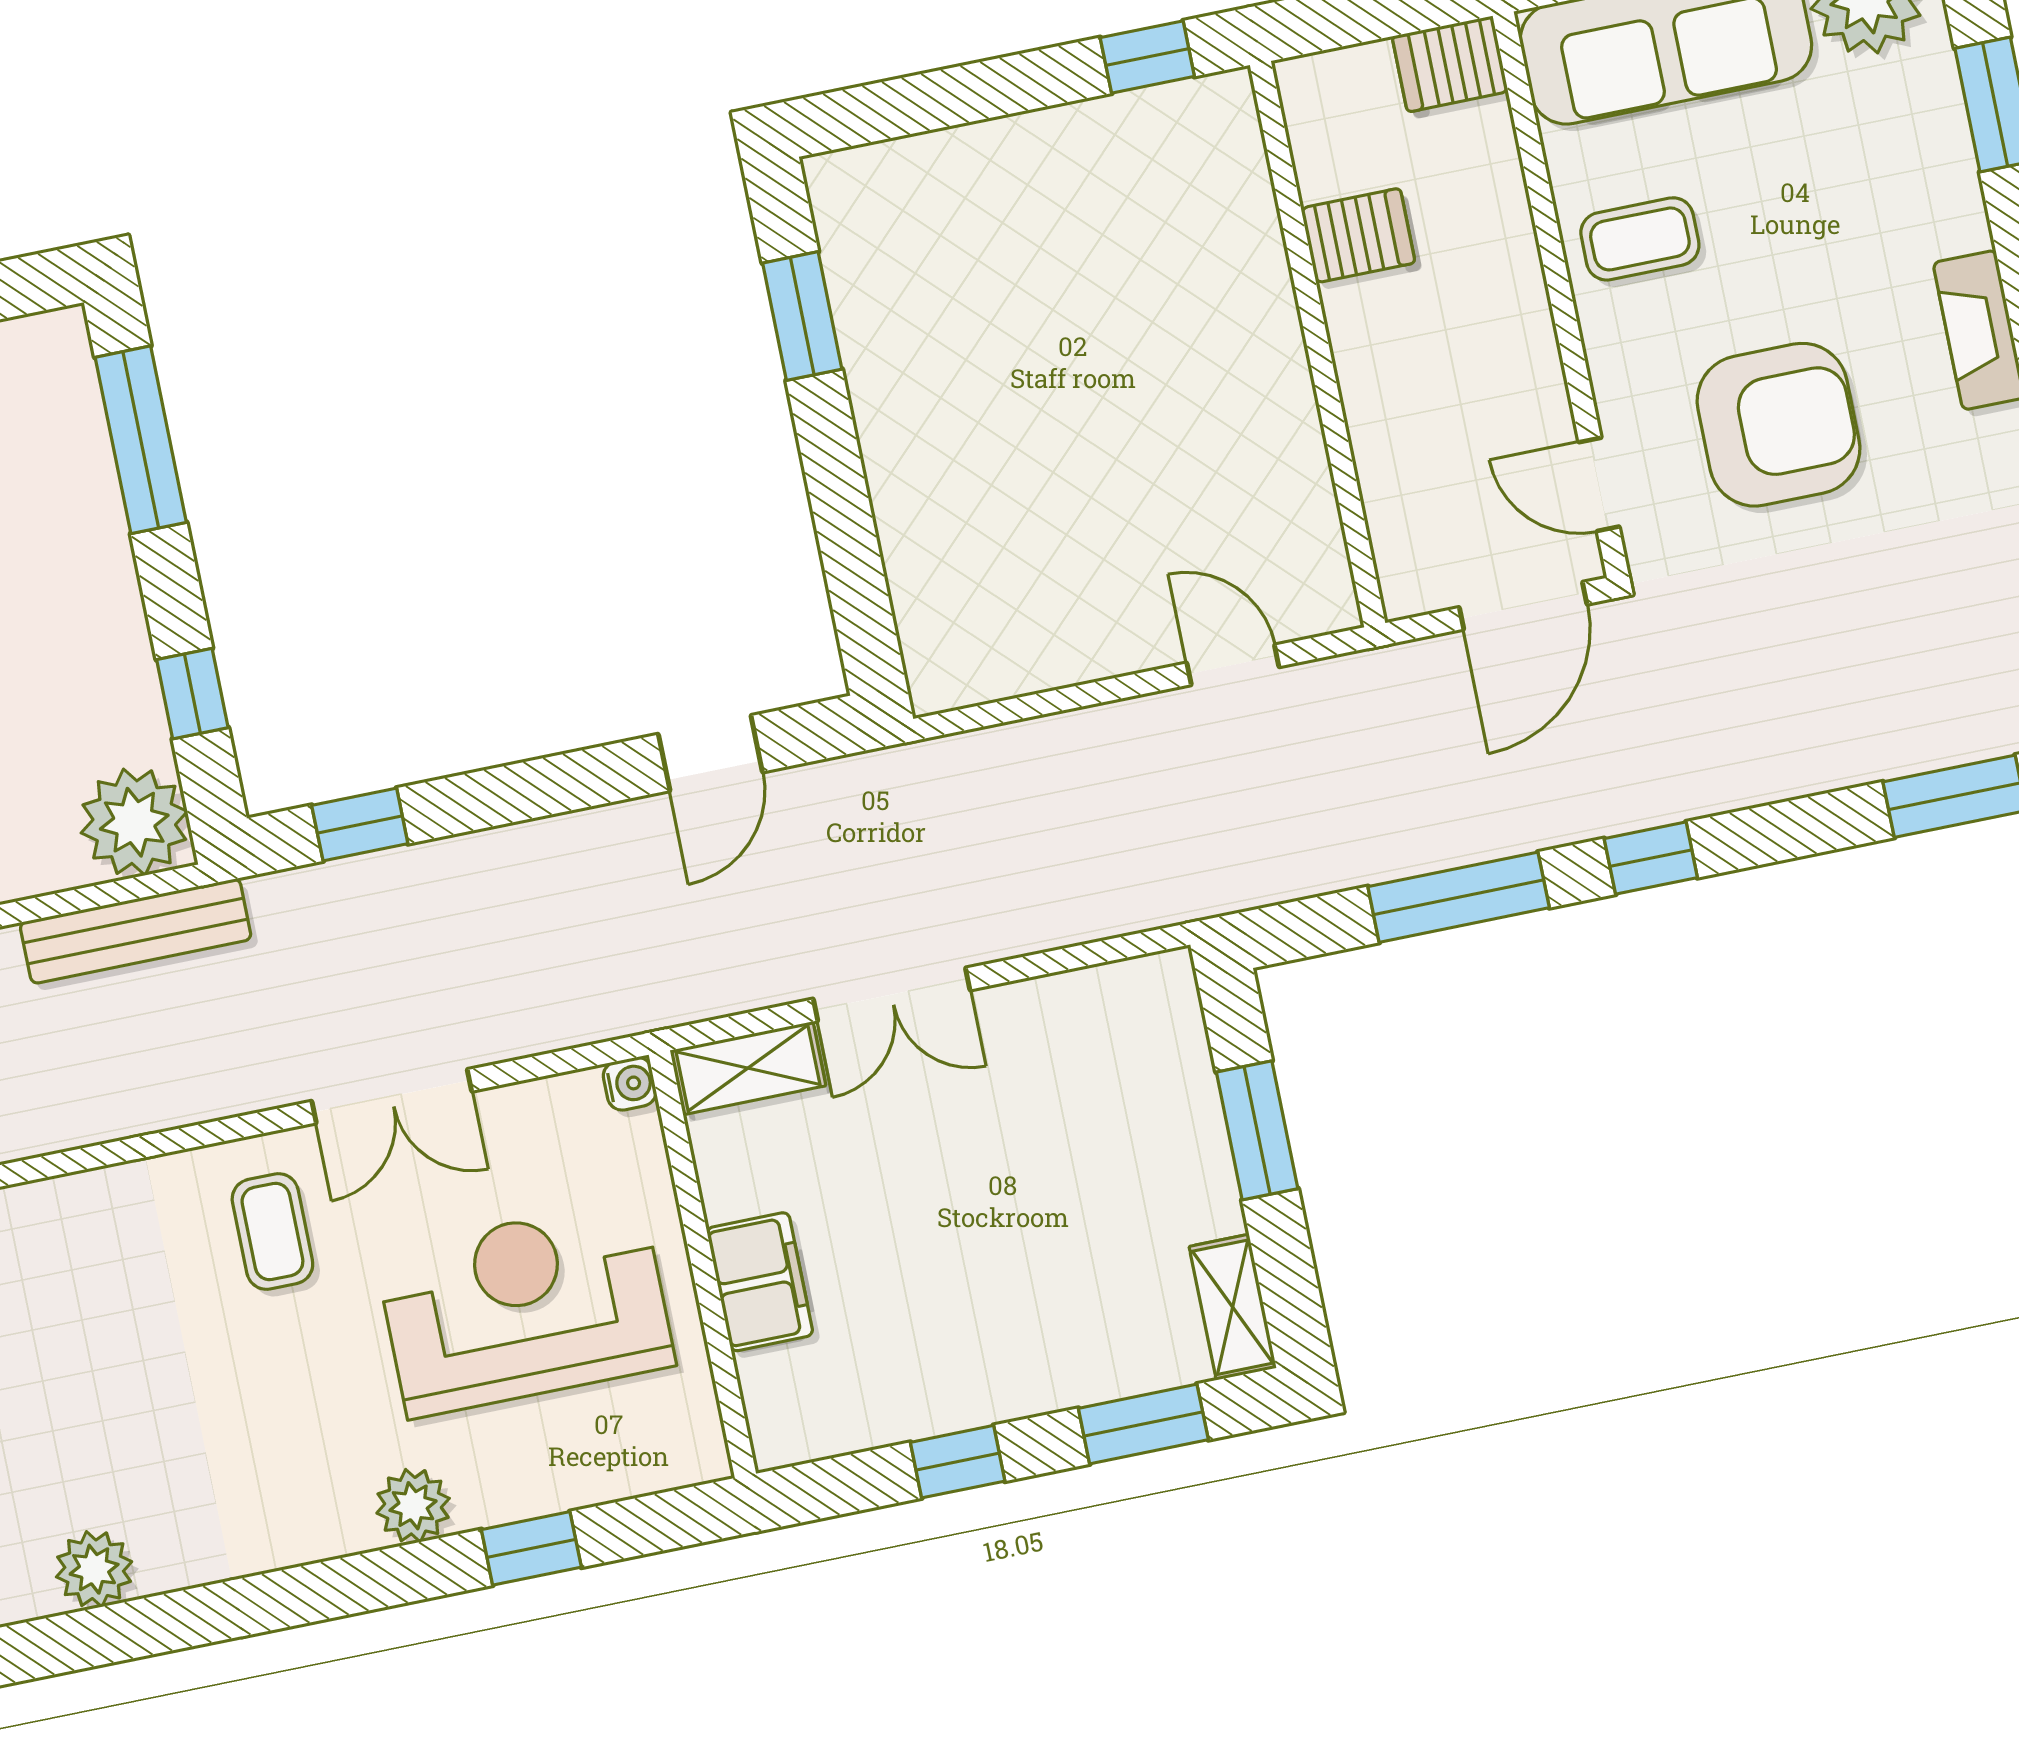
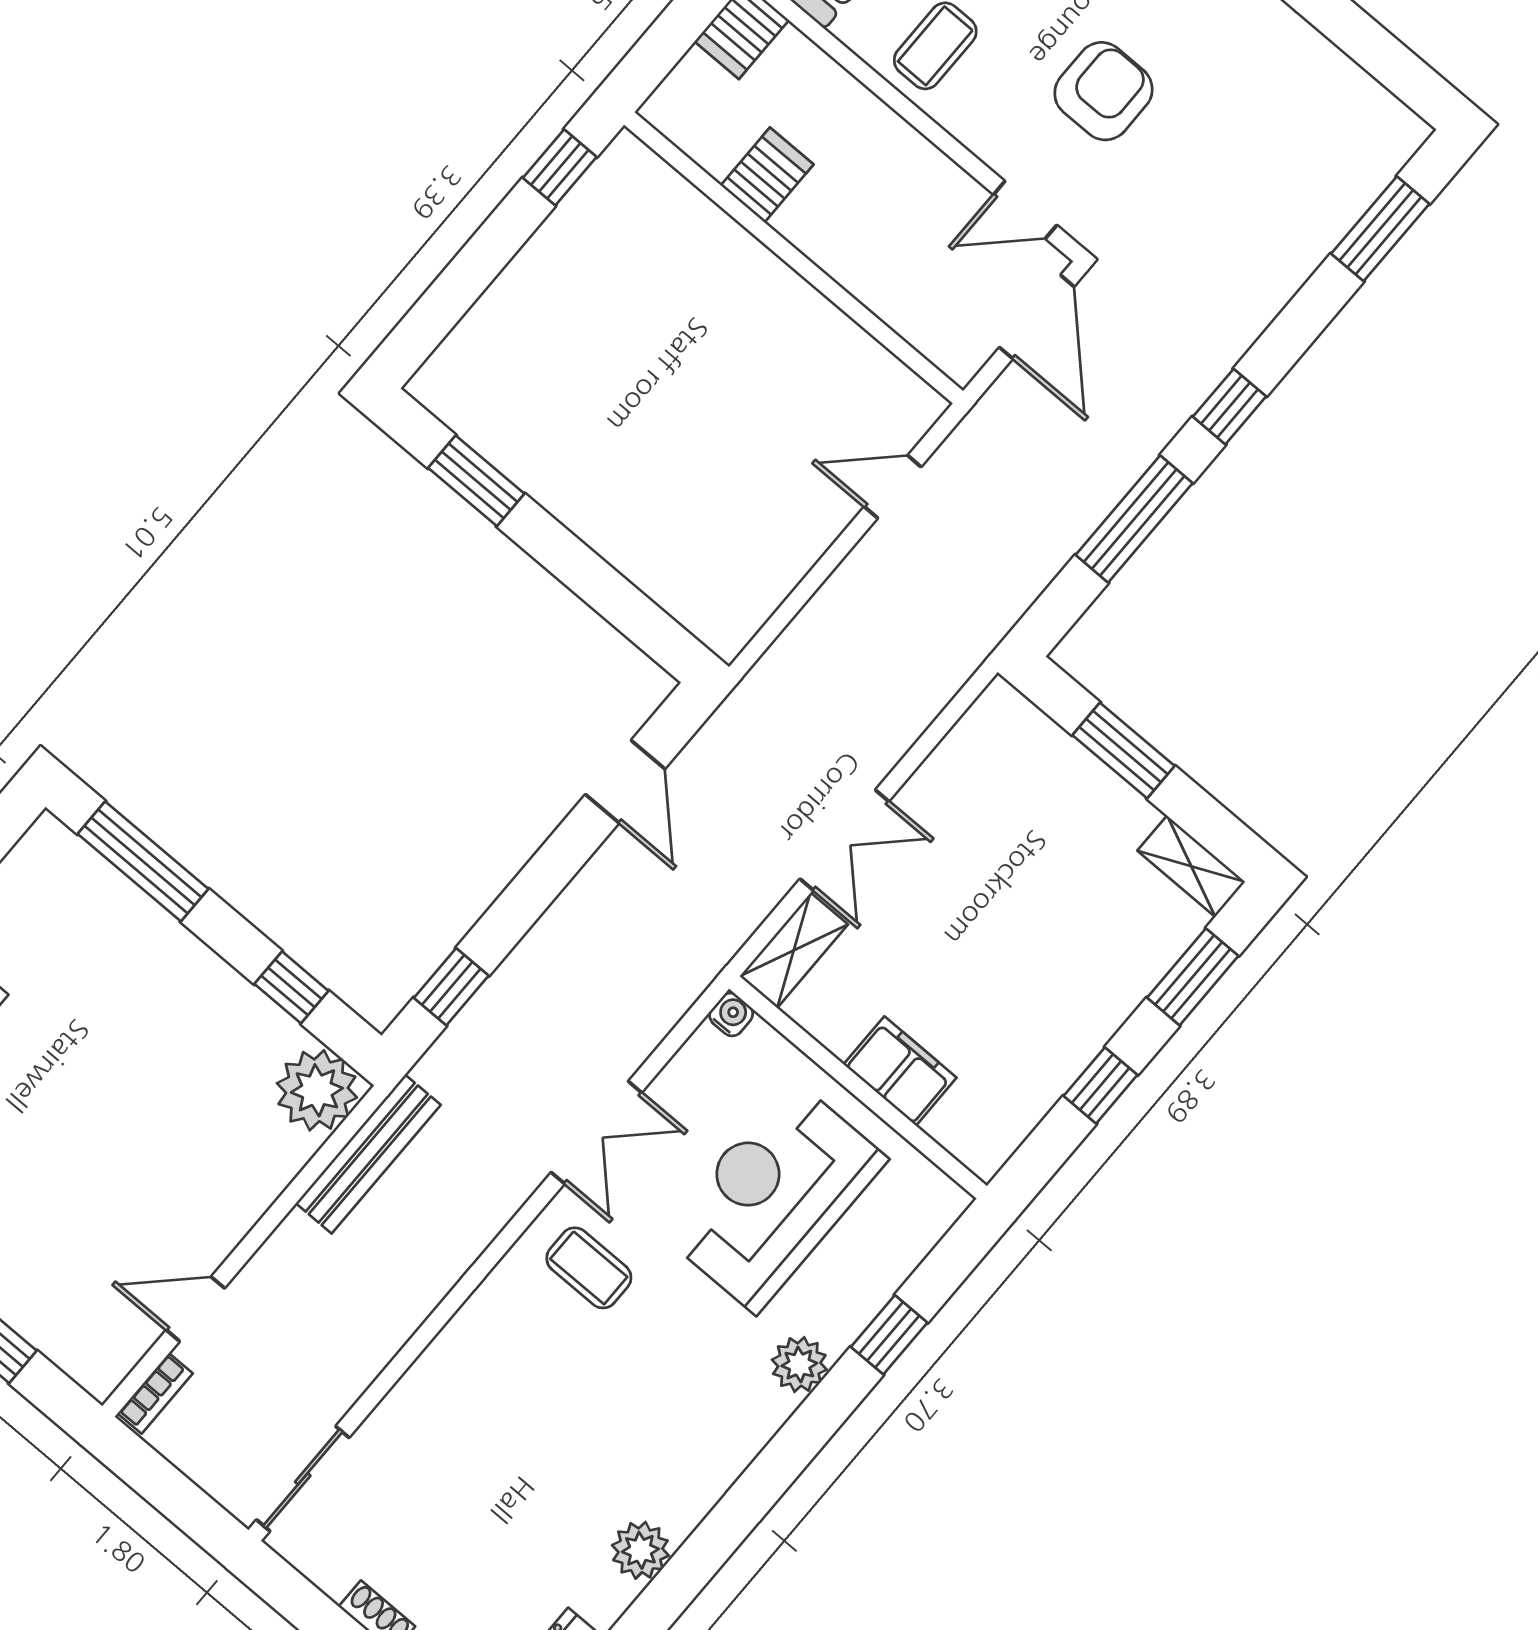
armchair: (1778, 425) -> (1103, 91), width x0.73, depth x0.73

